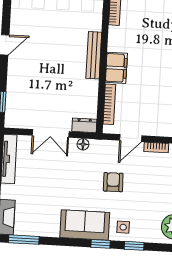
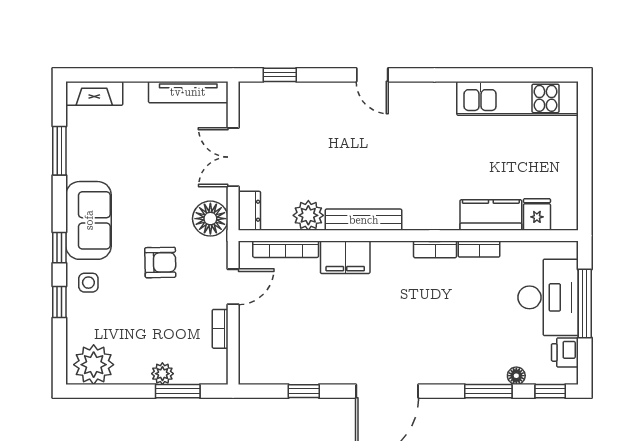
plant: (89, 89) -> (308, 215), added
door: (131, 138) -> (233, 287), swing flipped
floor lamp: (83, 144) -> (210, 219), width x1.89, depth x1.89
window: (24, 240) -> (59, 151), moved

